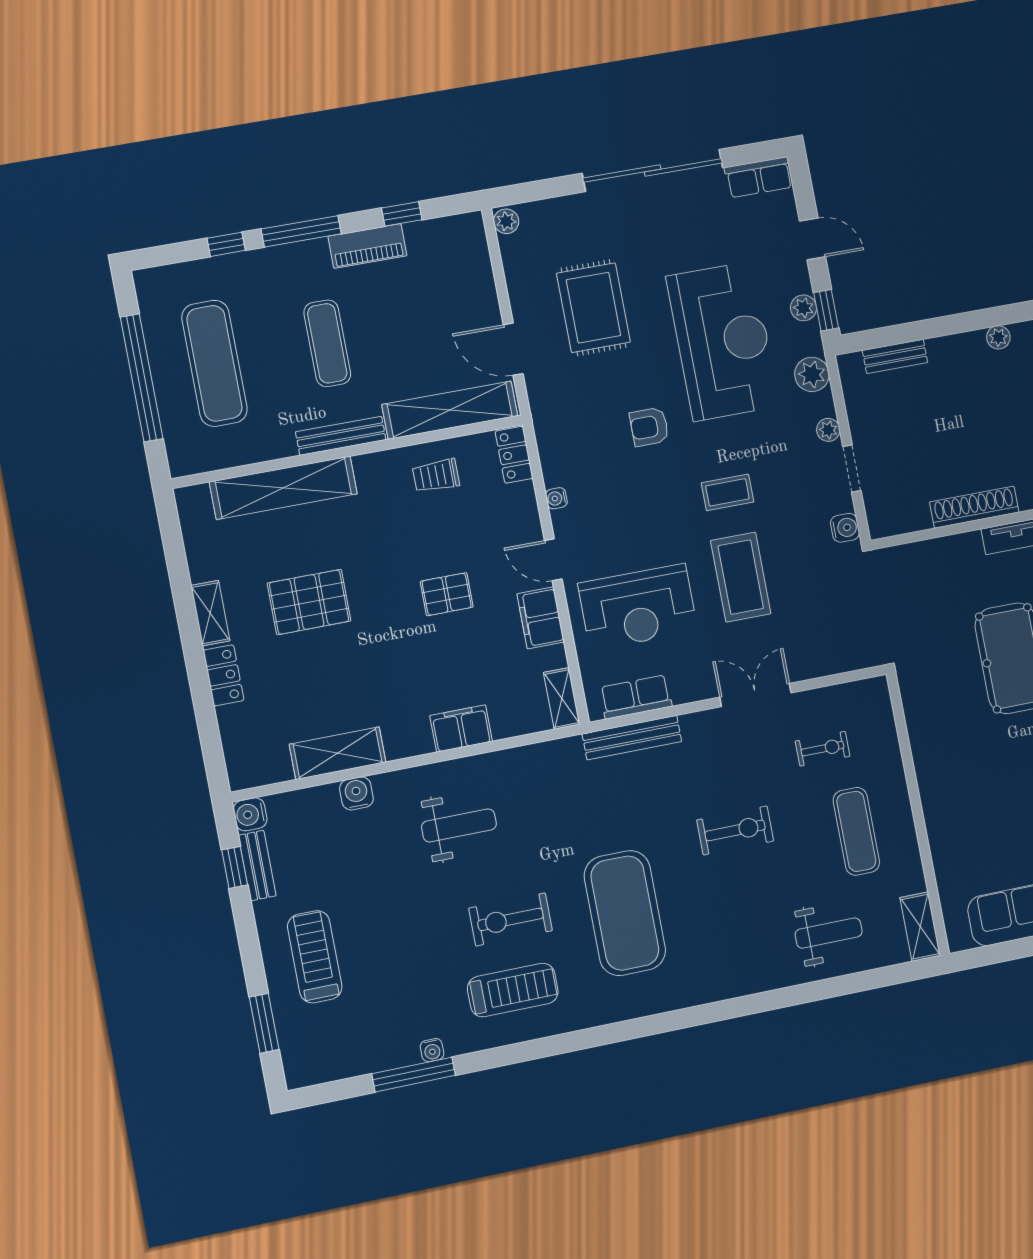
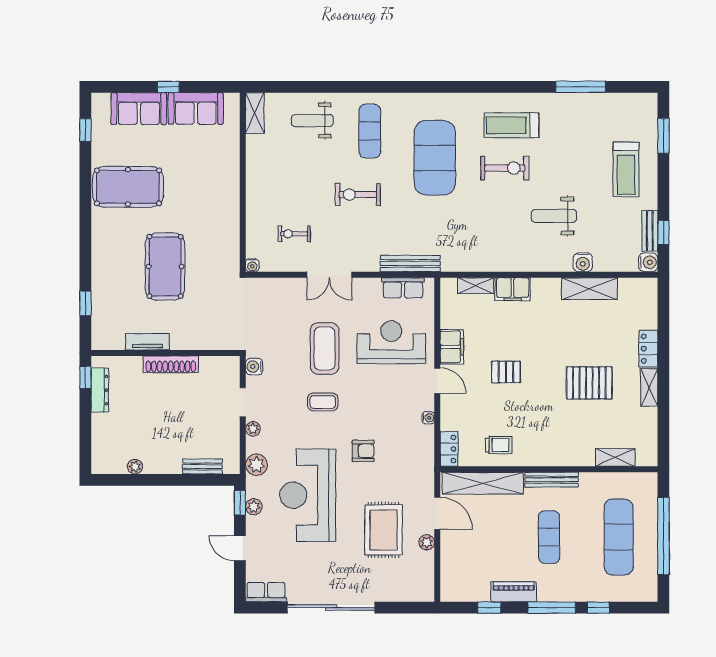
plant: (506, 221) -> (427, 542), moved
shelving: (283, 488) -> (615, 458), width x0.45, depth x0.75
shelving: (562, 698) -> (476, 286), moved, turned 90
weight bench: (459, 825) -> (554, 216), moved
exercise mat: (856, 831) -> (370, 131), moved
water cooler: (432, 1050) -> (252, 265), moved, turned 180

